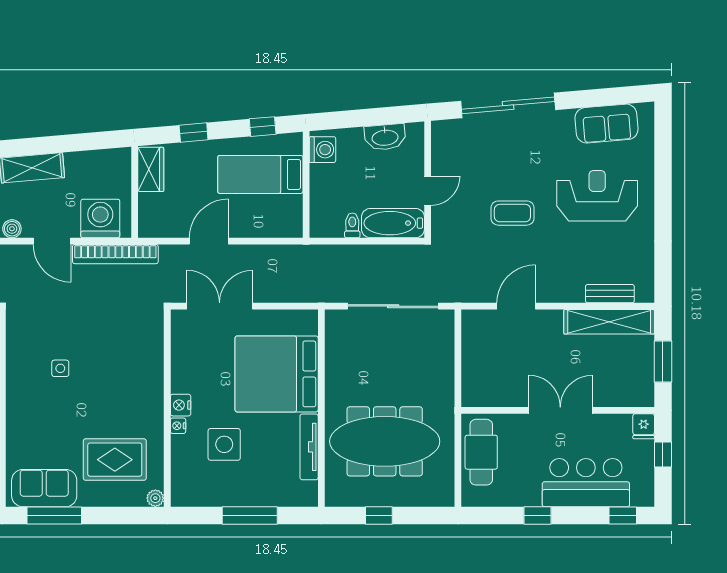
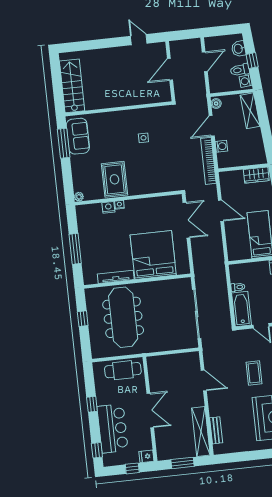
washing machine: (100, 218) -> (221, 146), width x0.53, depth x0.53
nightstand: (181, 405) -> (108, 207), moved
side table: (224, 444) -> (112, 231), removed
rug: (115, 460) -> (114, 179), moved

